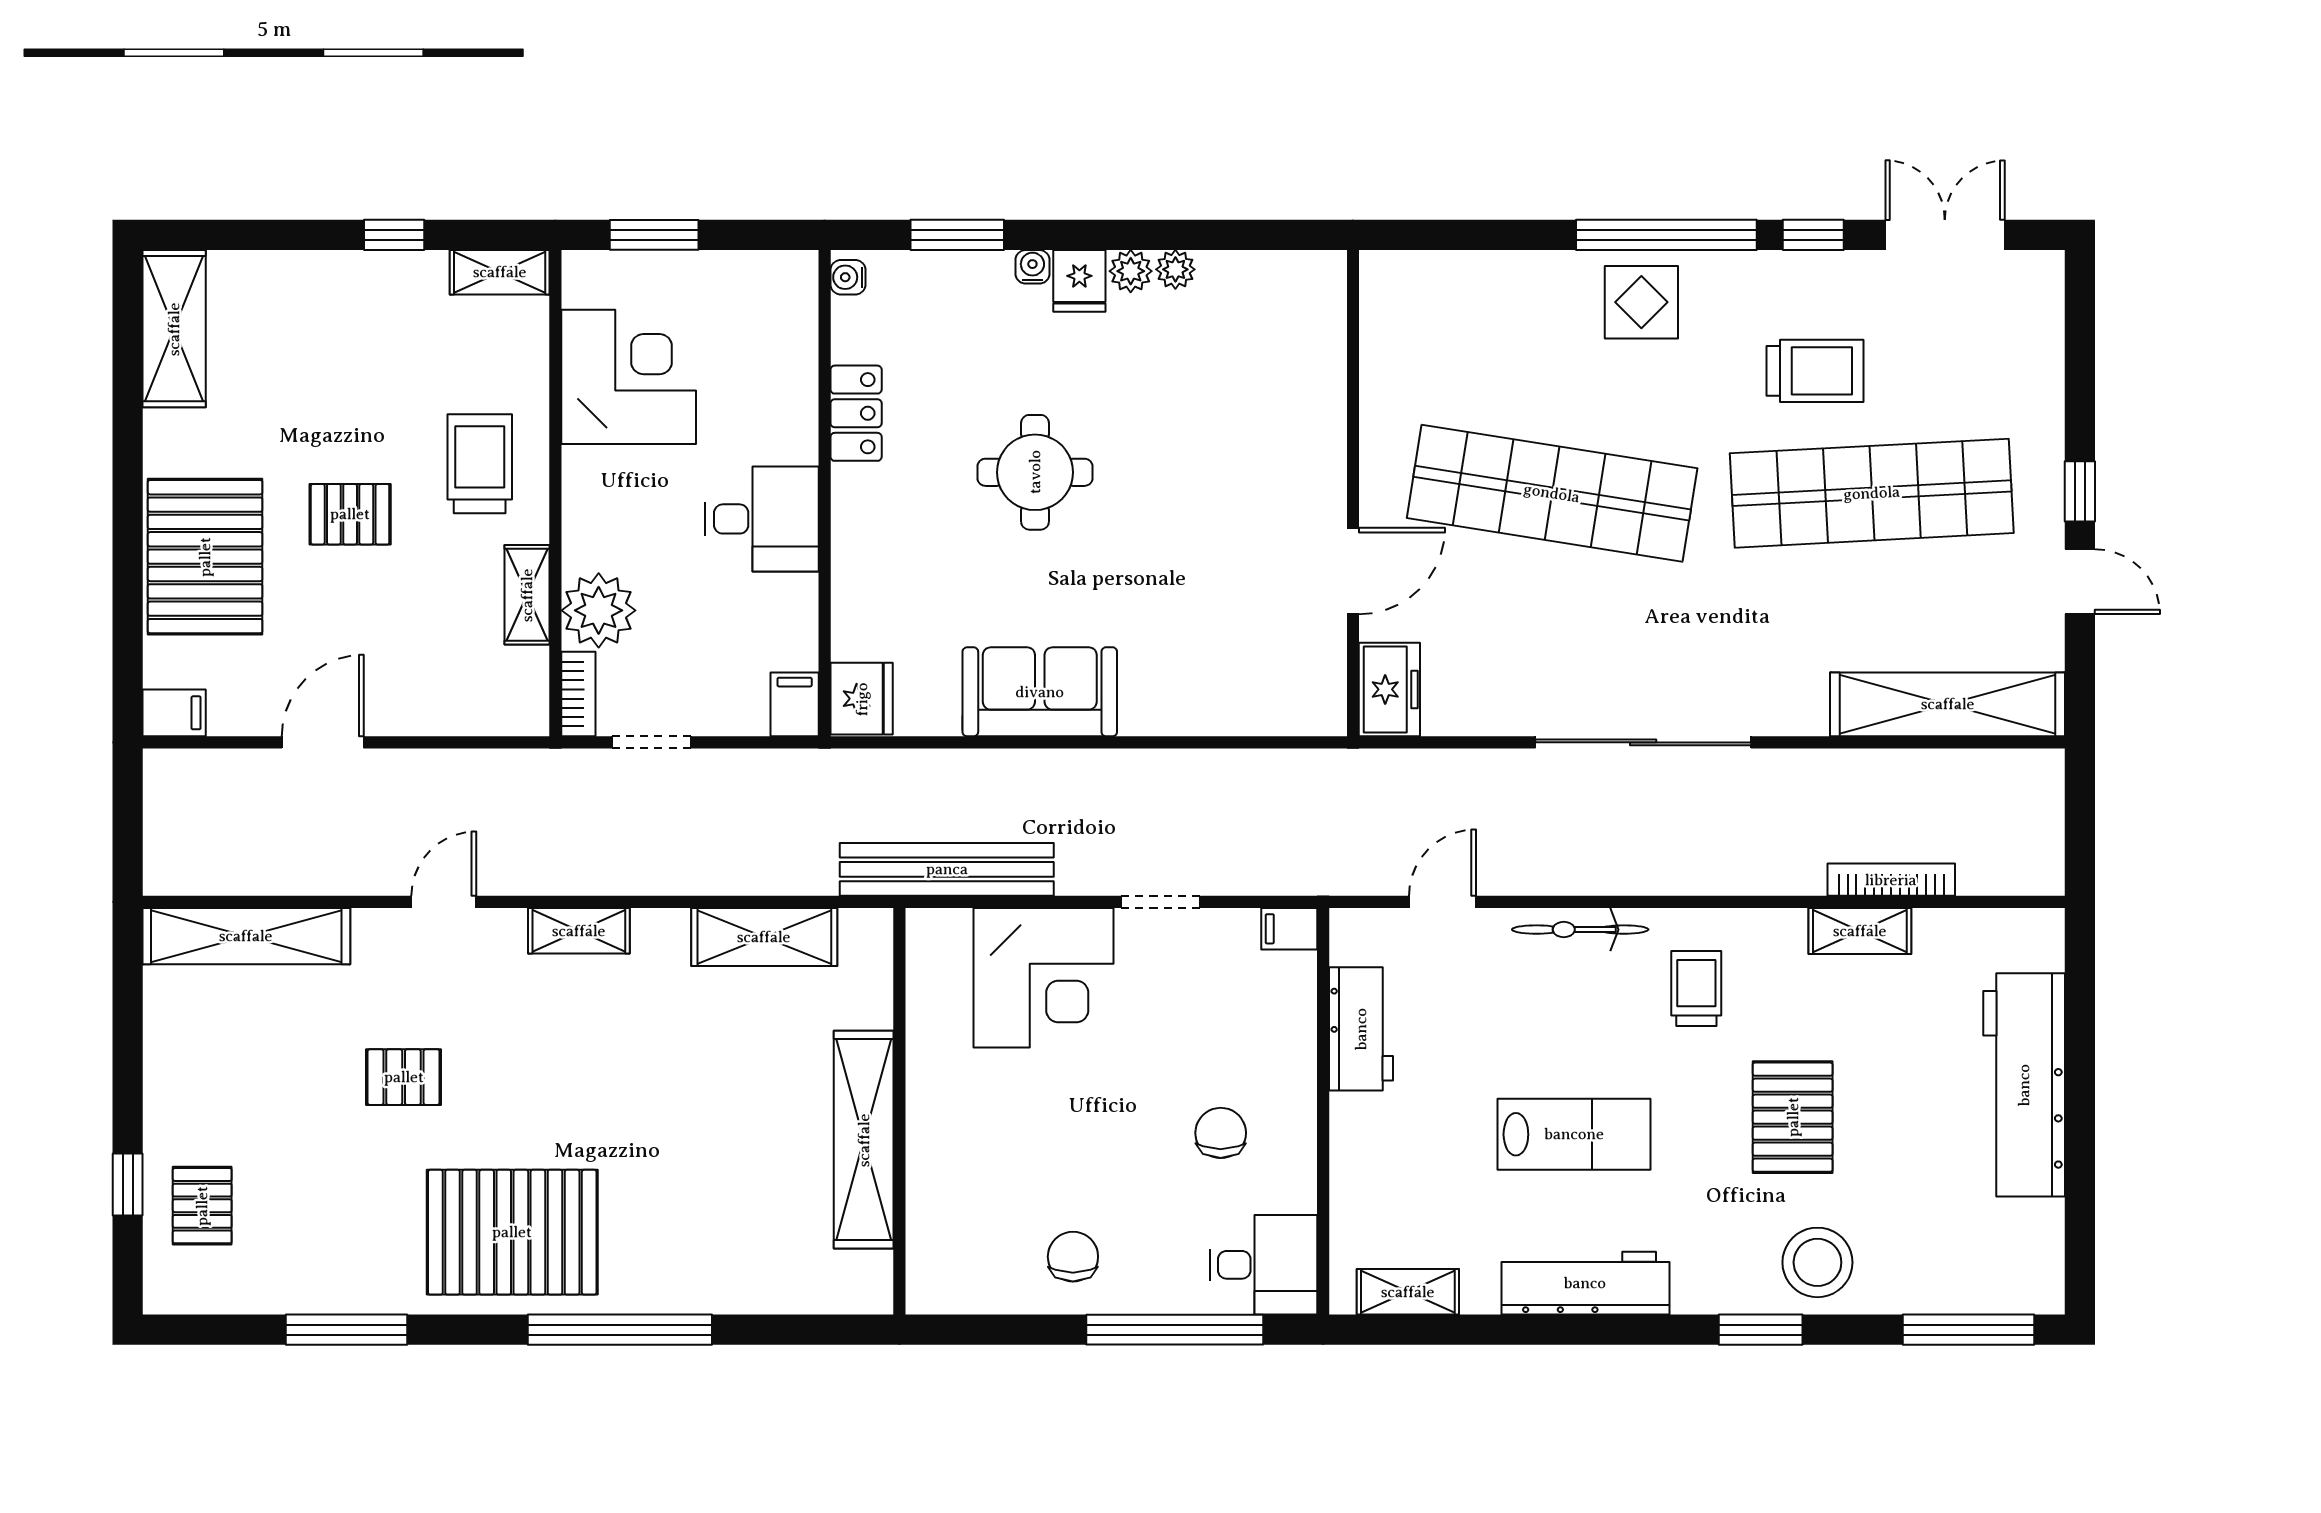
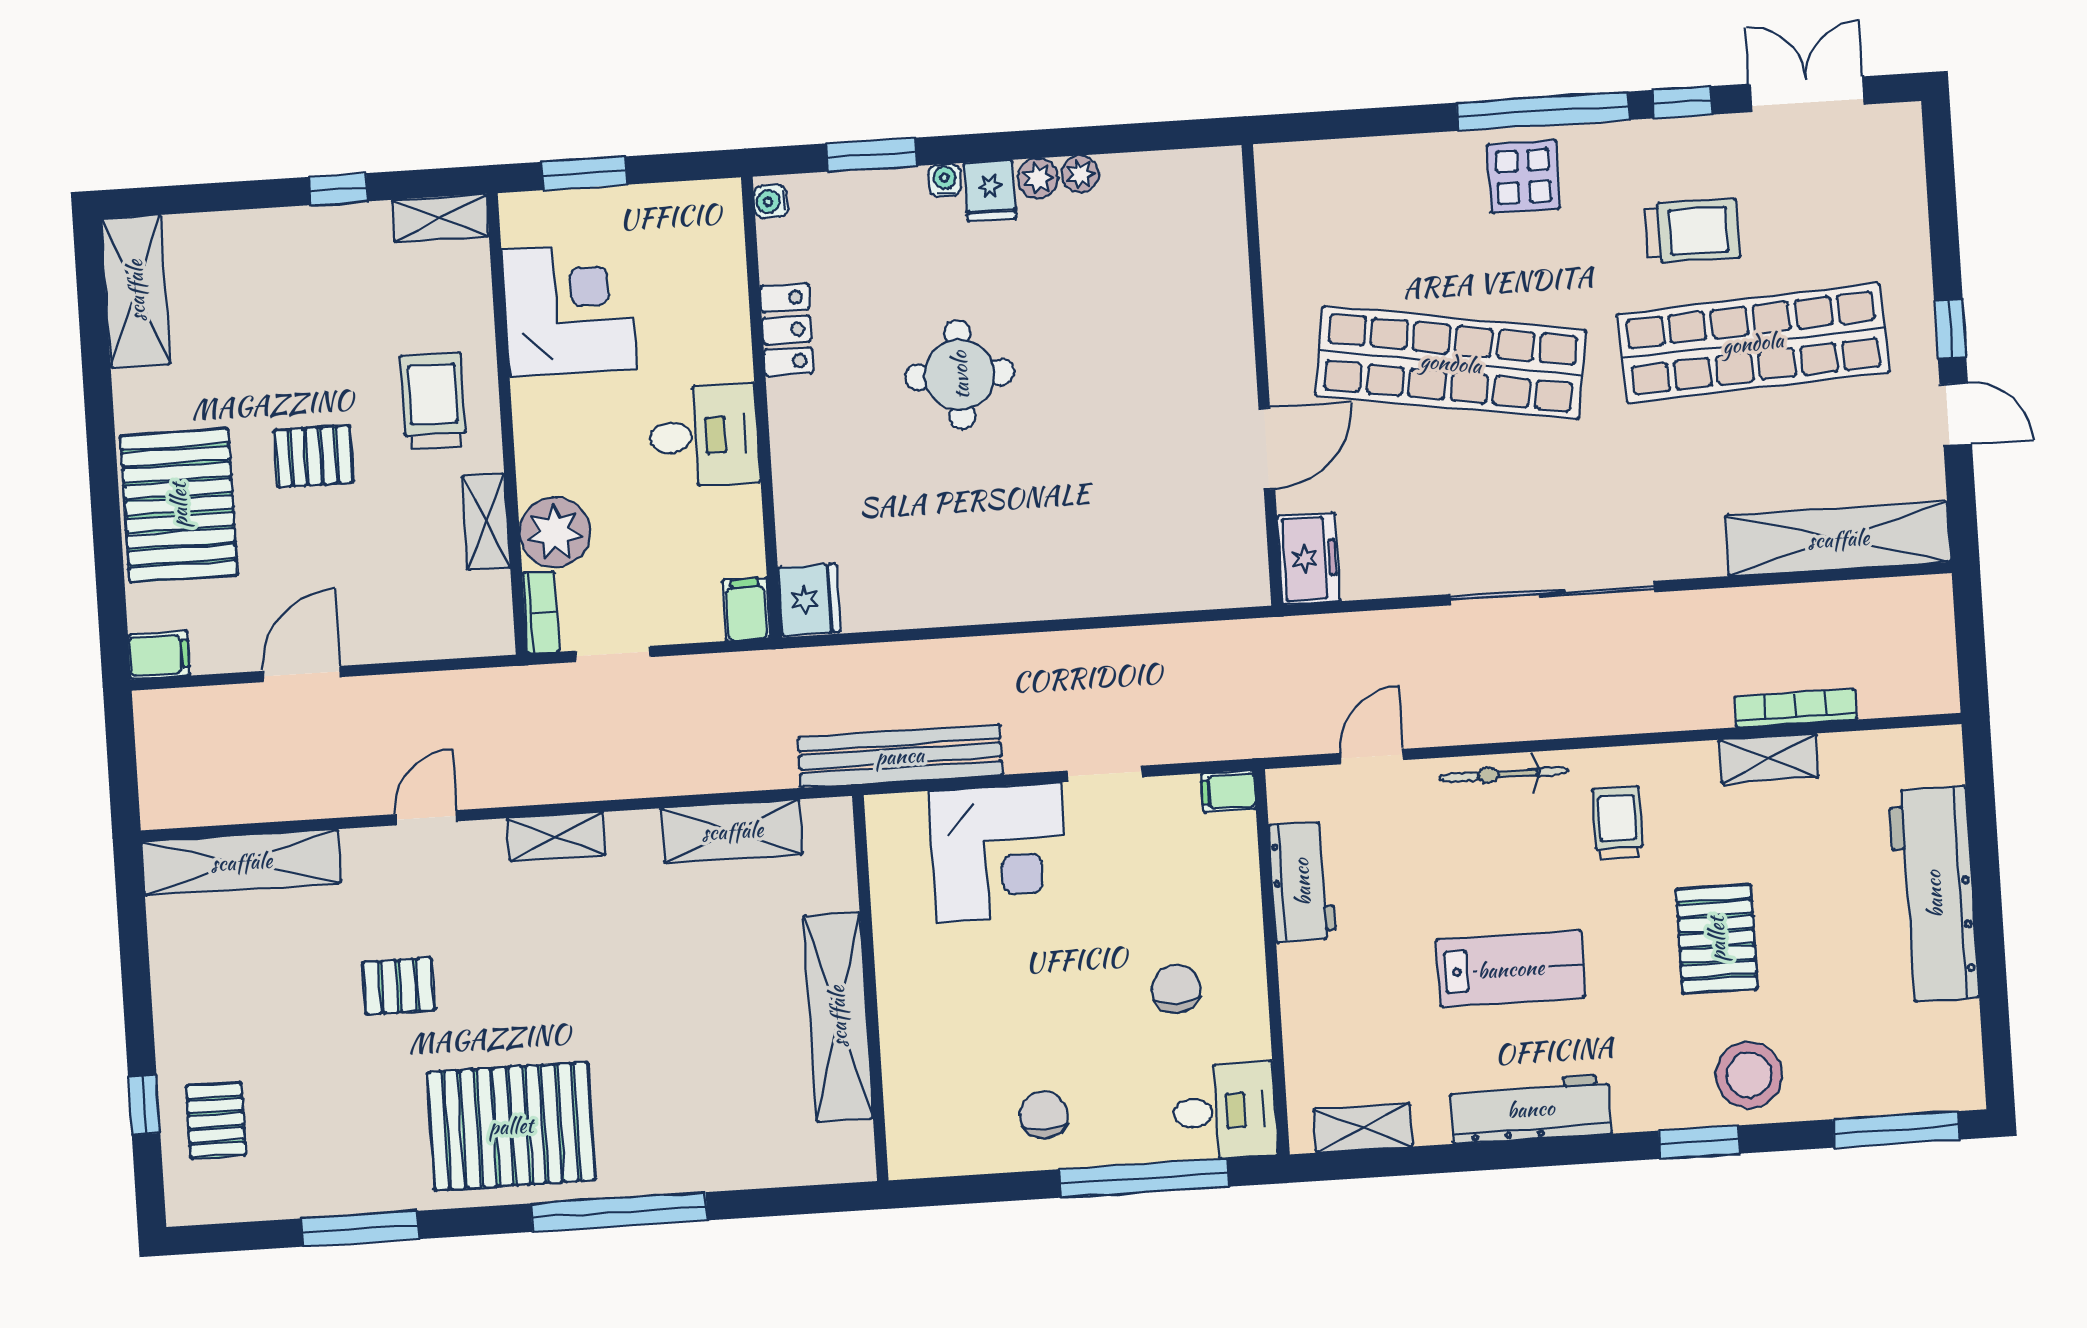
sofa: (1040, 692) -> (978, 582), removed

